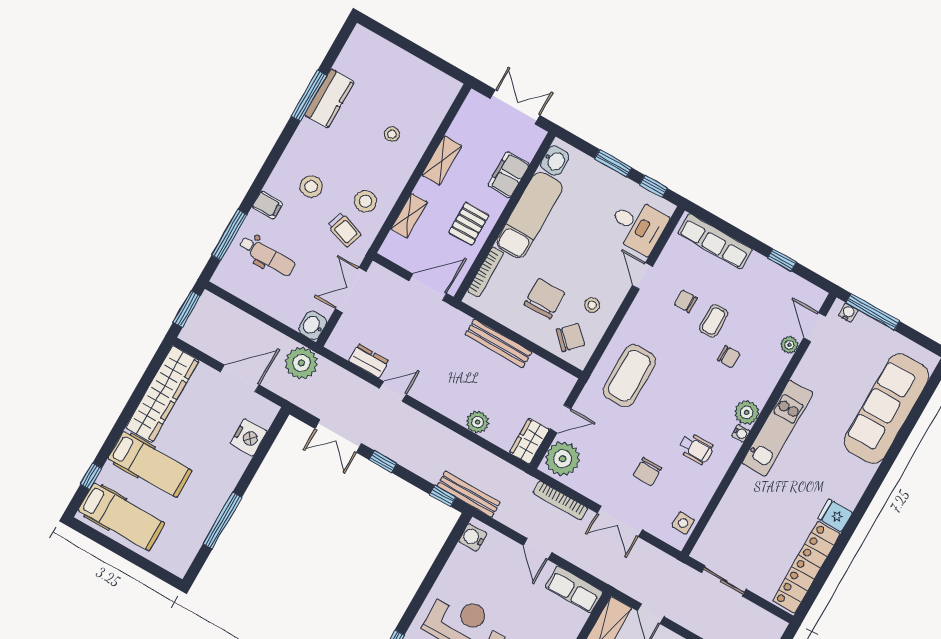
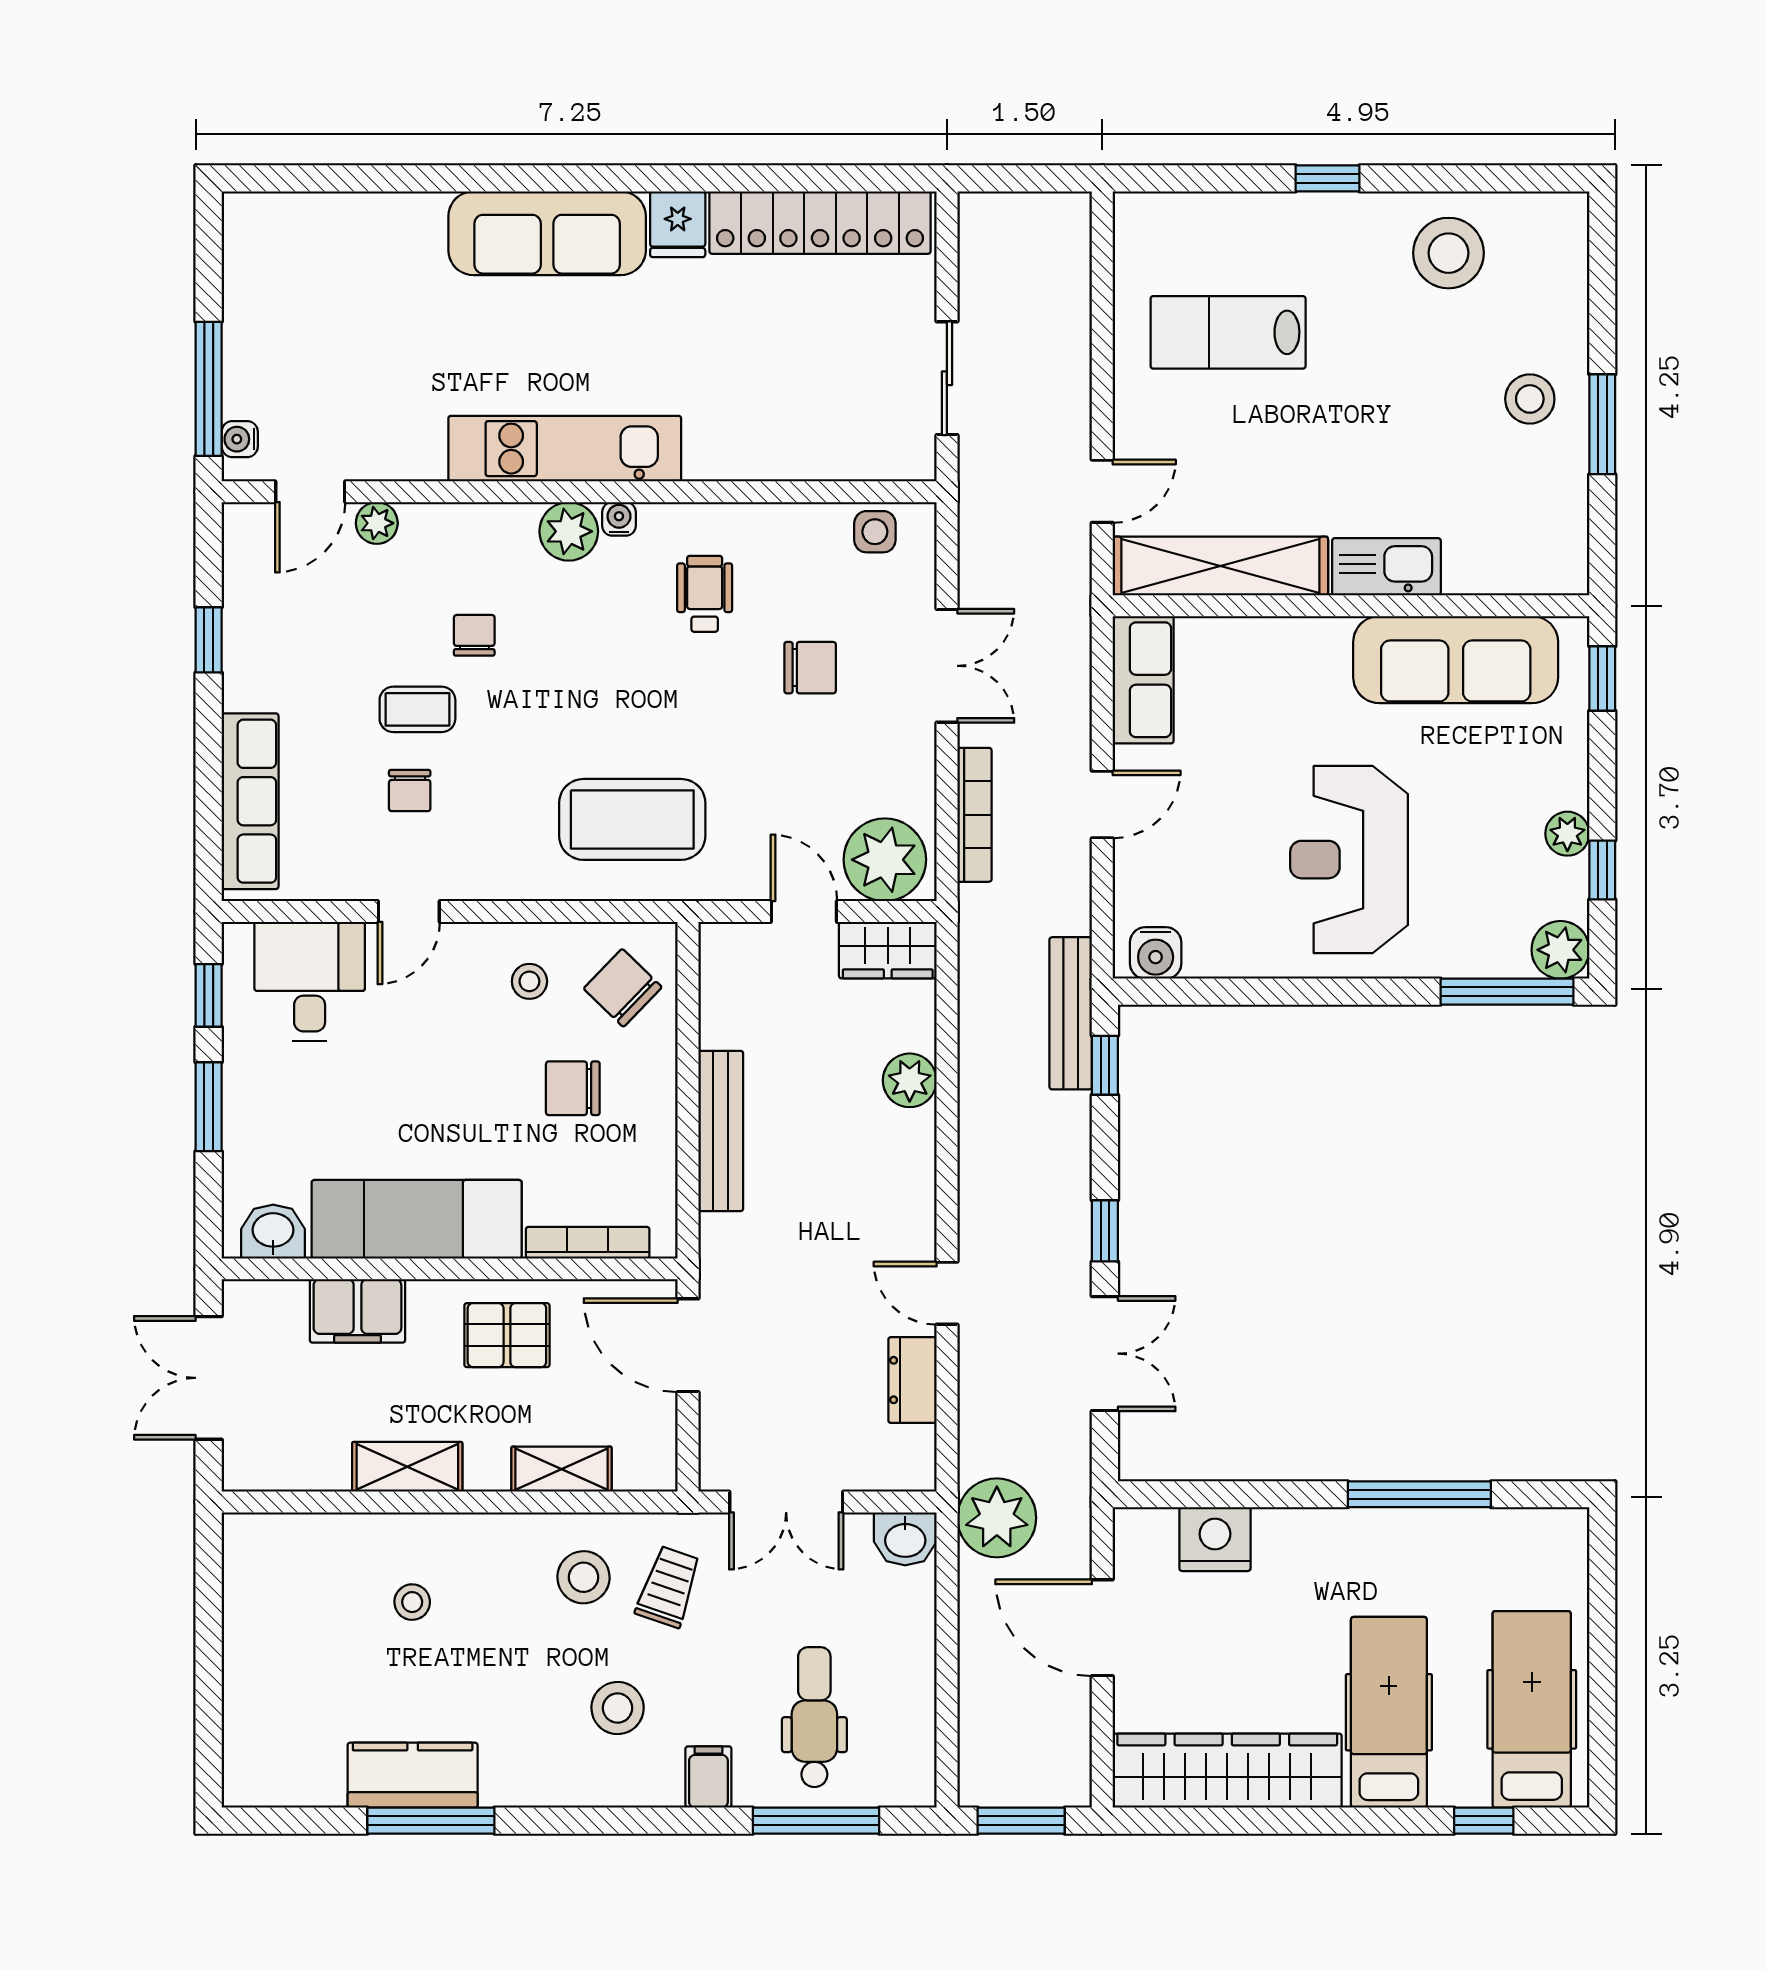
chair: (544, 299) -> (573, 1088), width x0.73, depth x0.73
sofa: (887, 409) -> (547, 233), moved, width x0.74, depth x0.79

